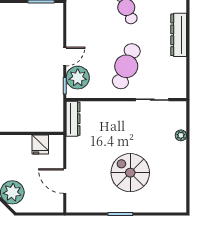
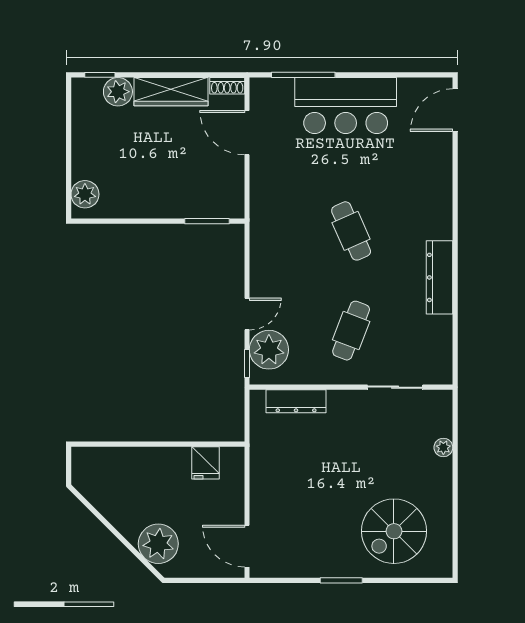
cafe table: (126, 66) -> (351, 331), width x0.73, depth x0.74
dresser: (73, 119) -> (296, 401), moved, turned 90
spiral stairs: (130, 173) -> (394, 531), moved, turned -90
door: (65, 181) -> (247, 546), moved

